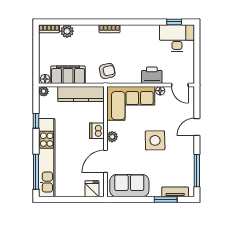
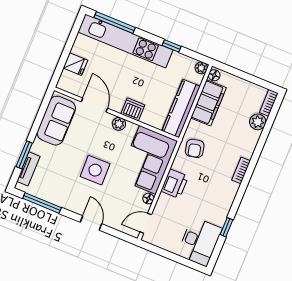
window: (174, 22) -> (227, 227), moved
printer: (152, 75) -> (175, 184), moved
fridge: (92, 189) -> (75, 64), moved

